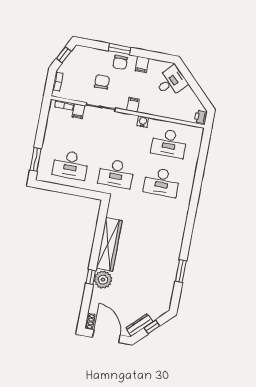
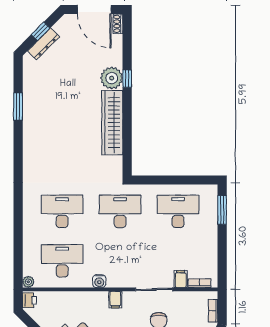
plant: (199, 132) -> (28, 282), added
dresser: (139, 325) -> (44, 44), moved

